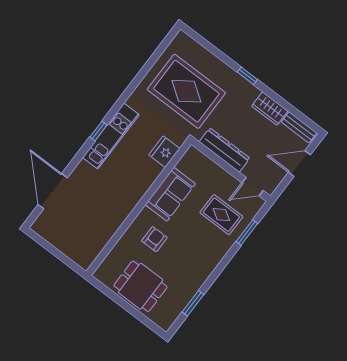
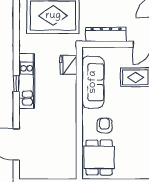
sofa: (170, 194) -> (93, 82), width x1.36
dining table: (141, 286) -> (99, 157), moved, turned 90

